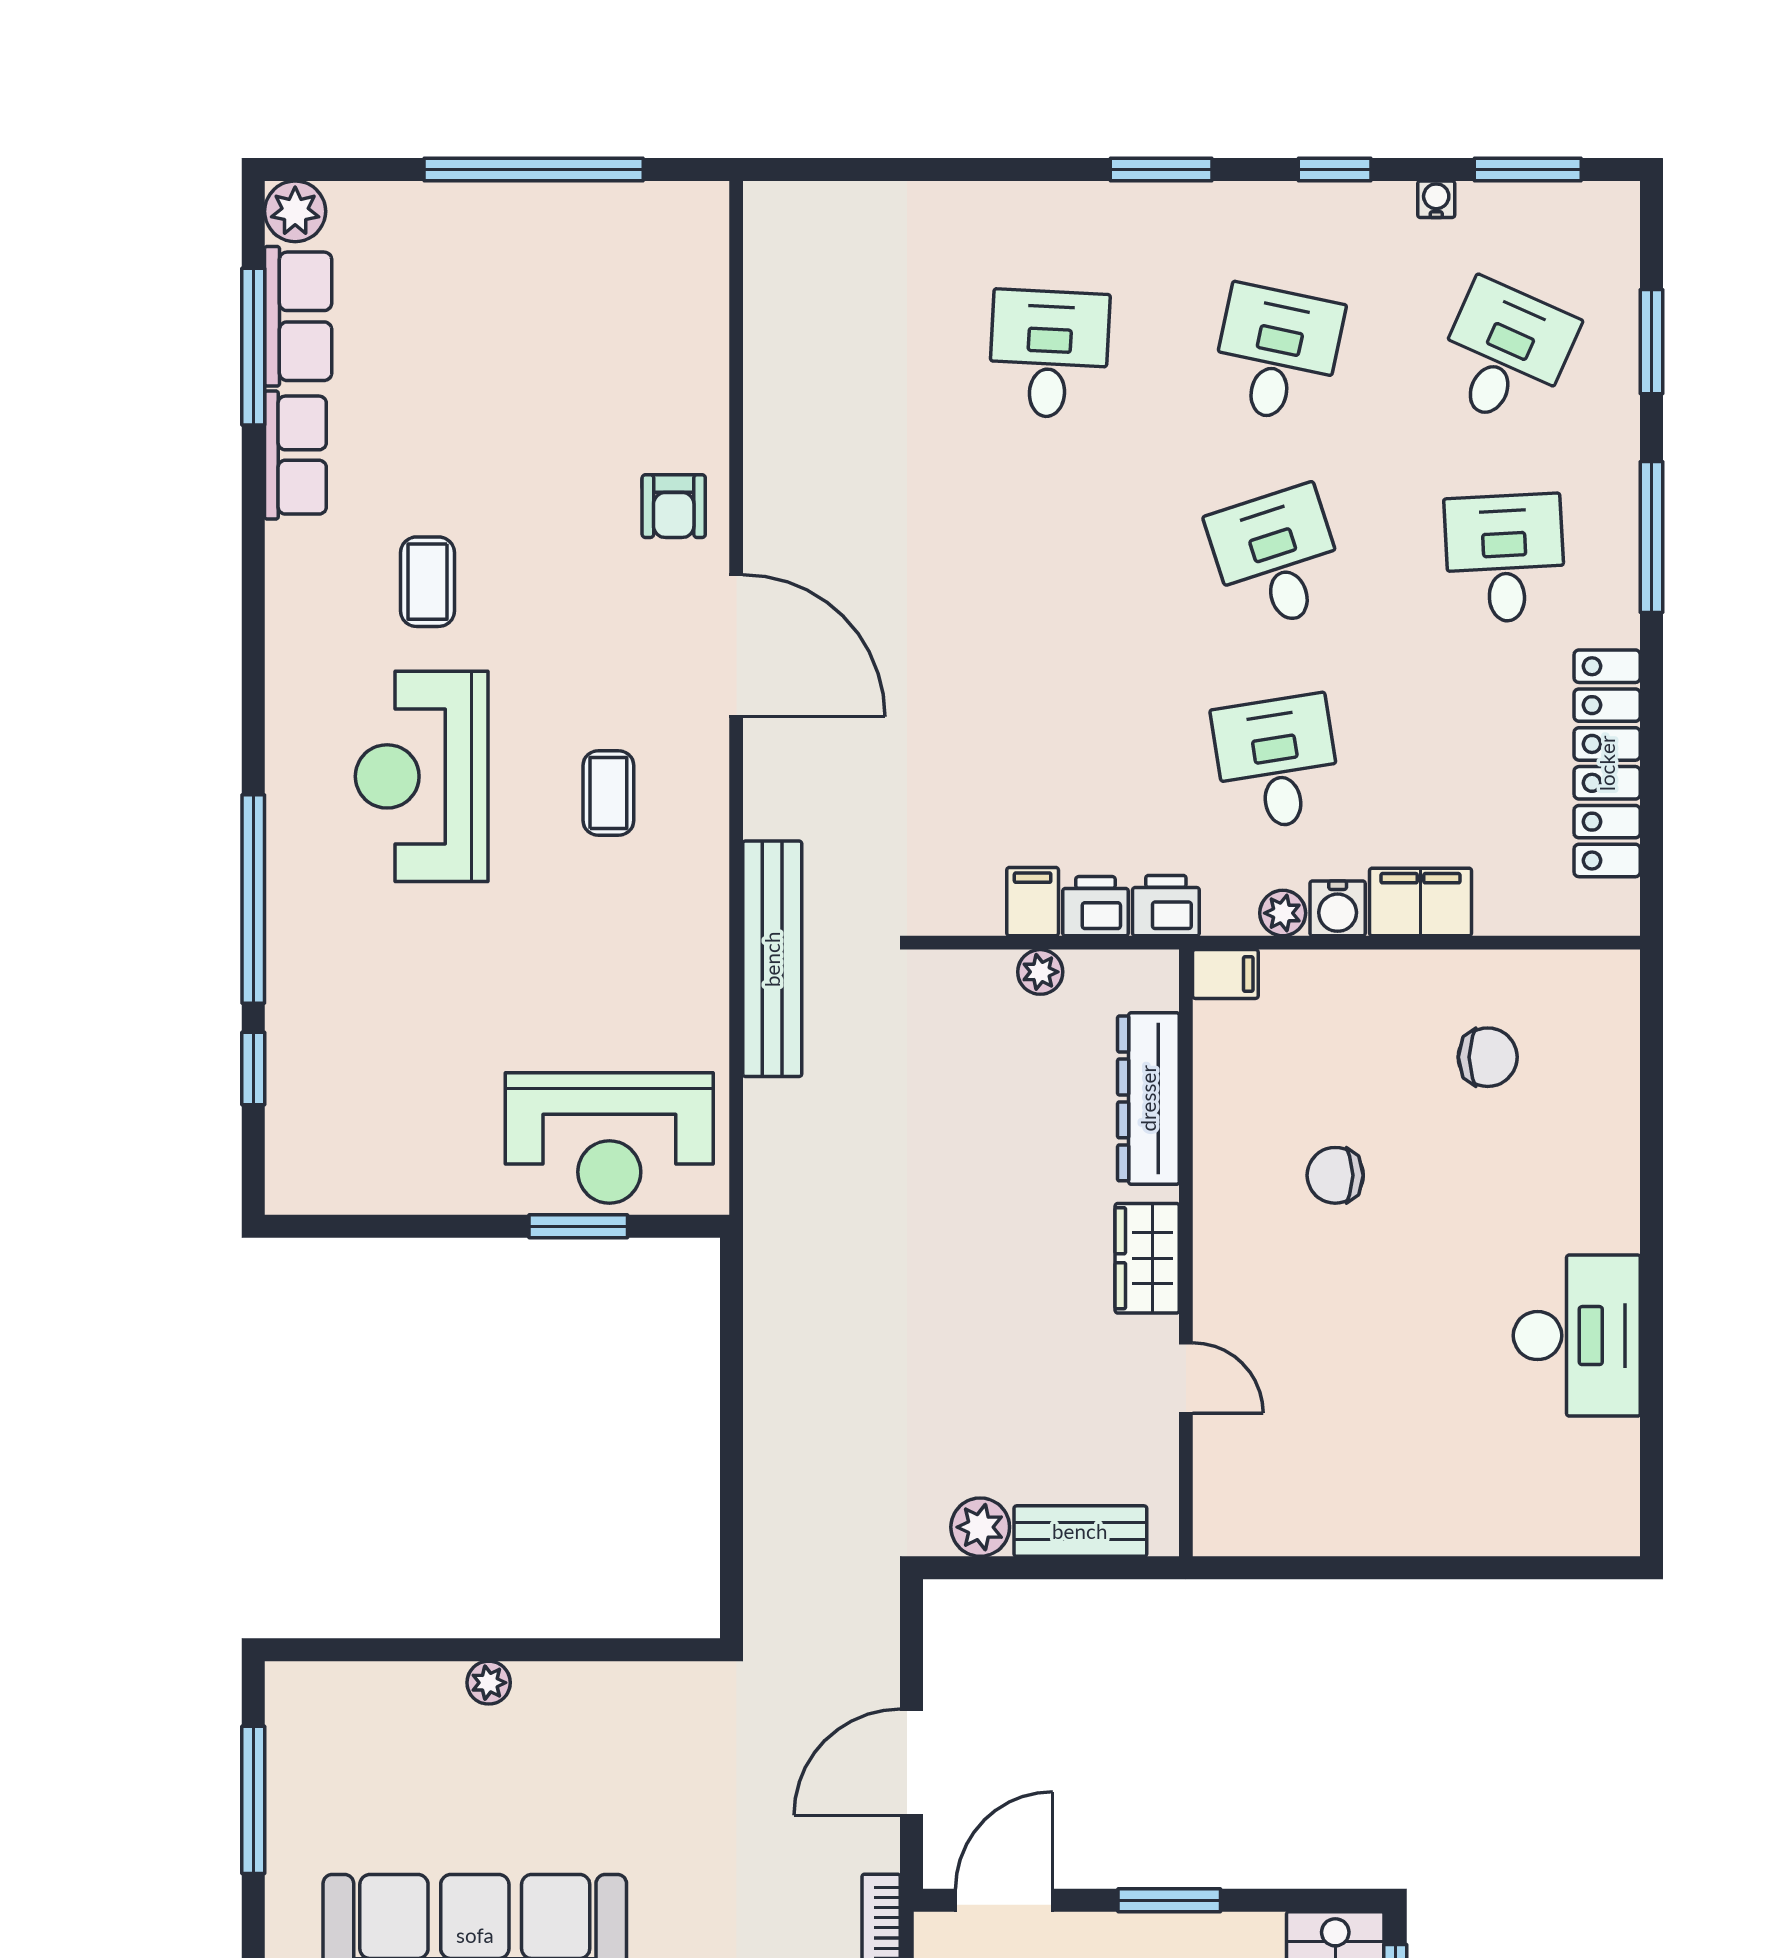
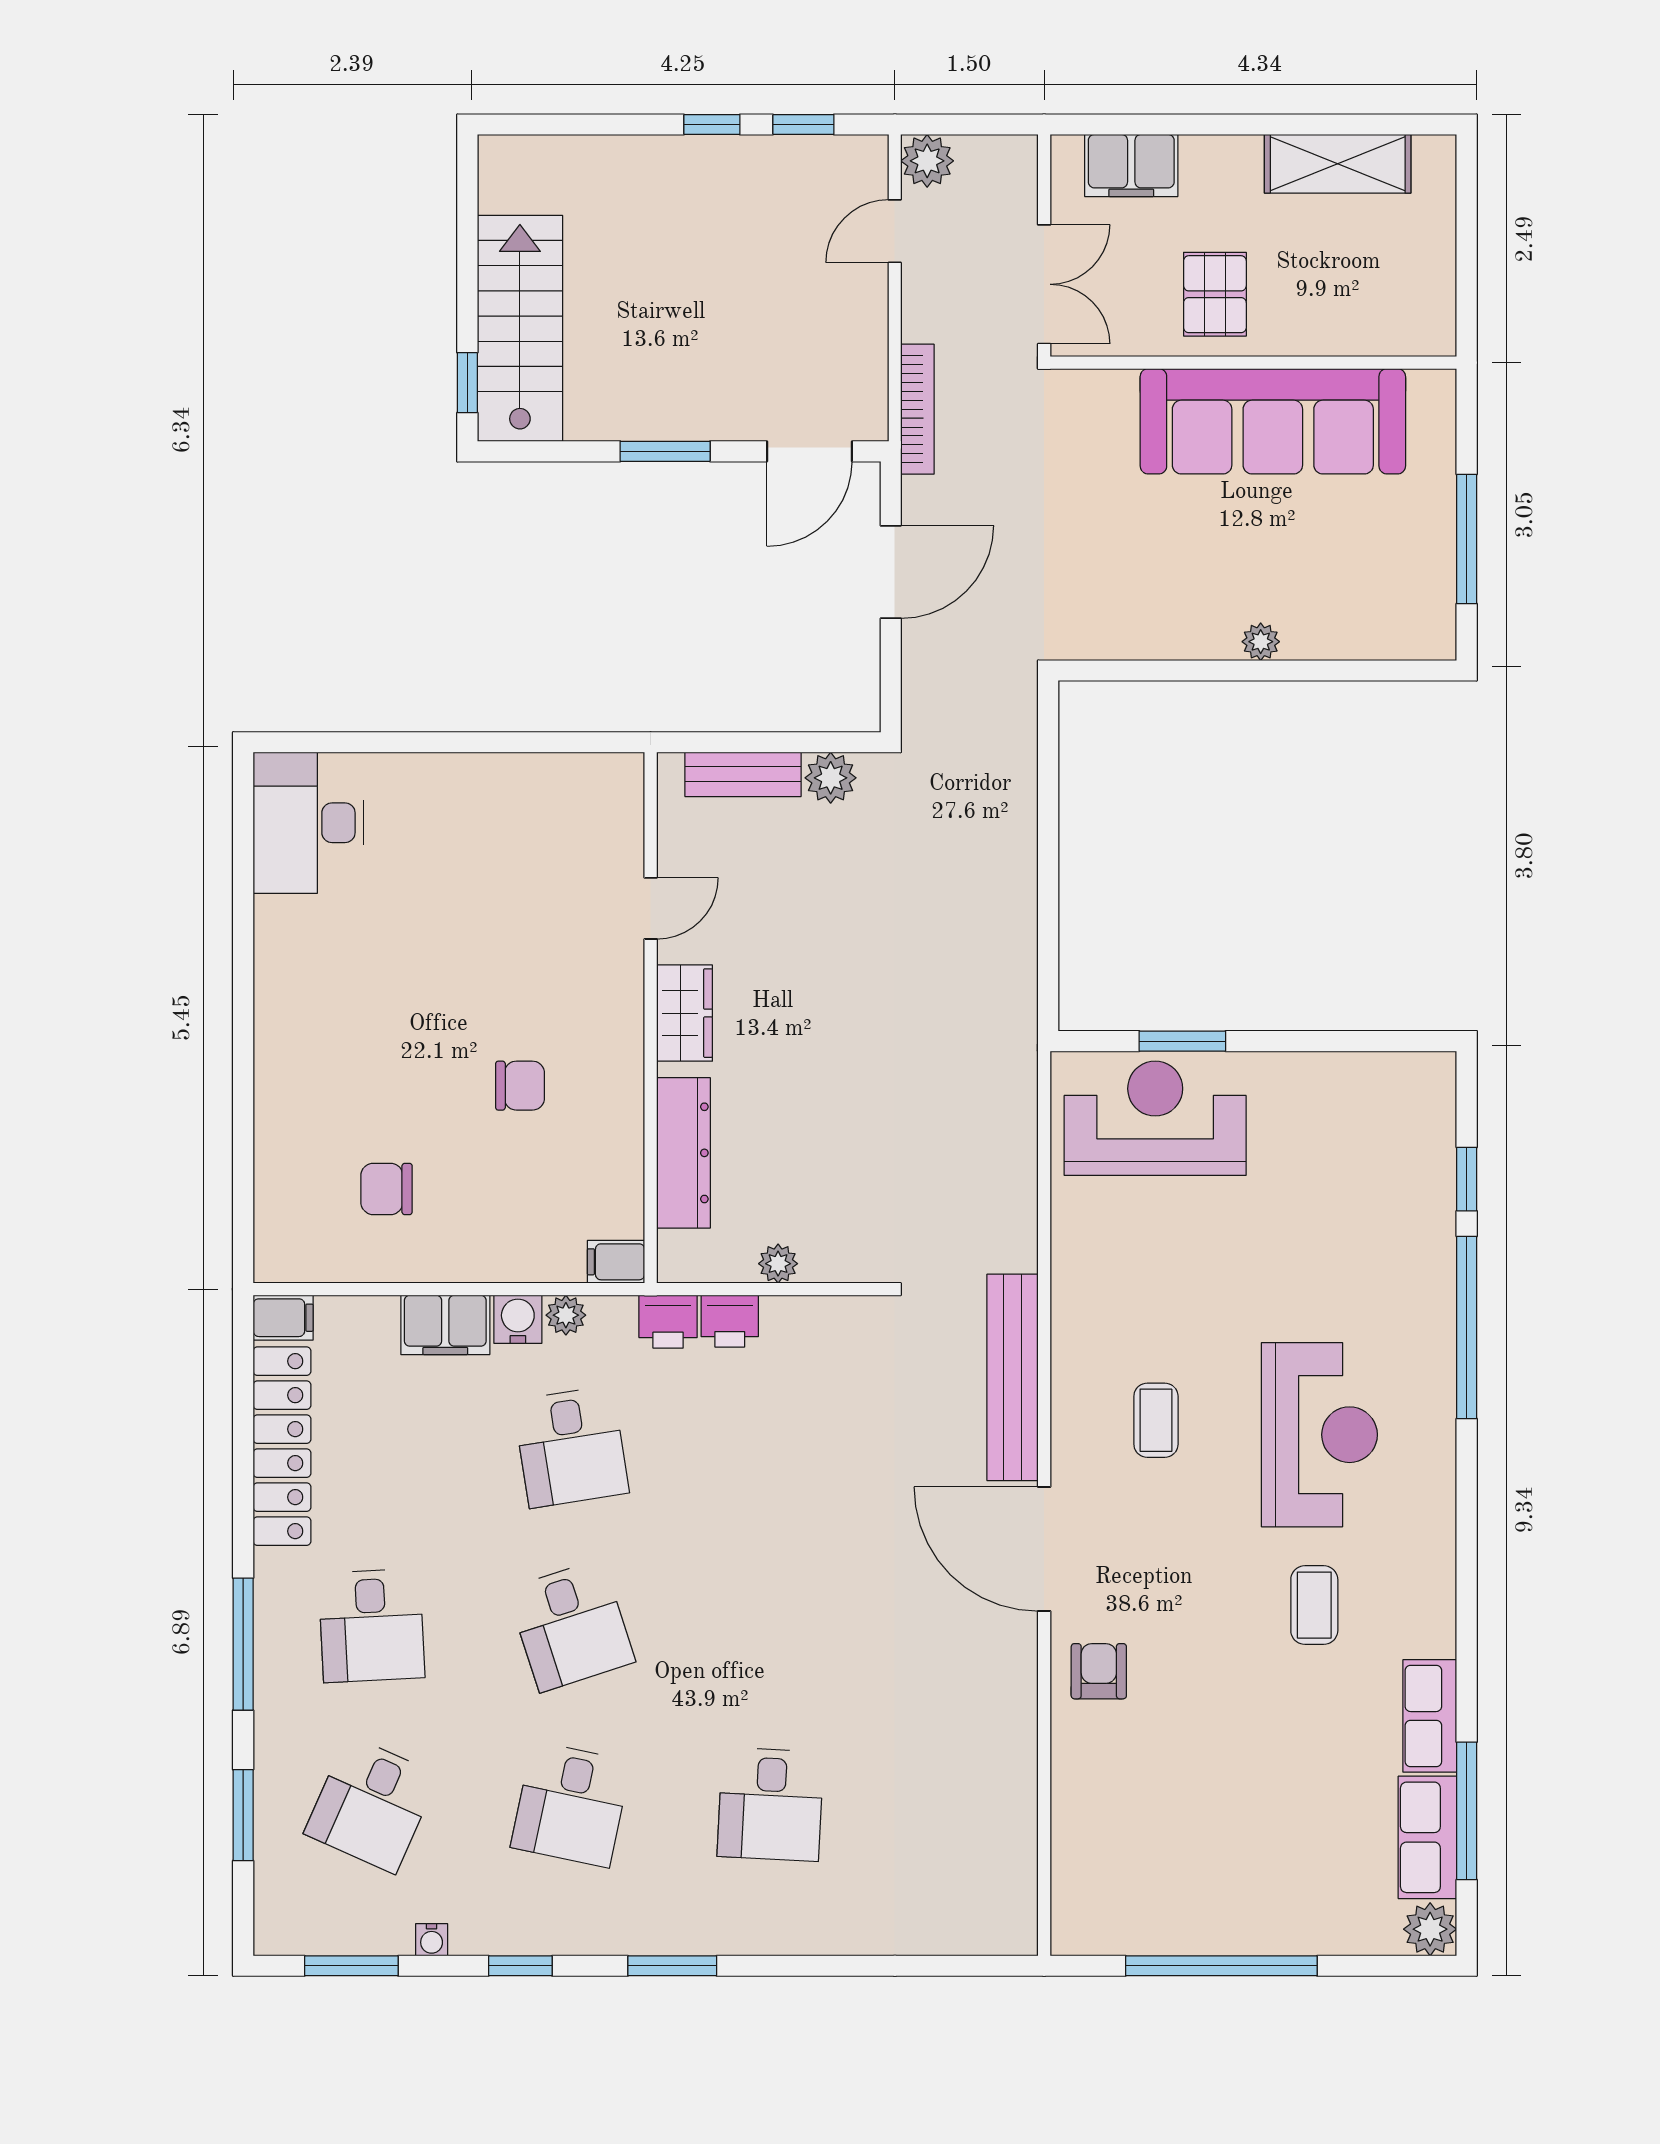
filing cabinet: (1033, 902) -> (283, 1318), moved, turned -90
bench: (772, 959) -> (1013, 1377), moved
desk: (1577, 1336) -> (309, 823), moved
door: (1186, 1378) -> (651, 908), swing flipped

